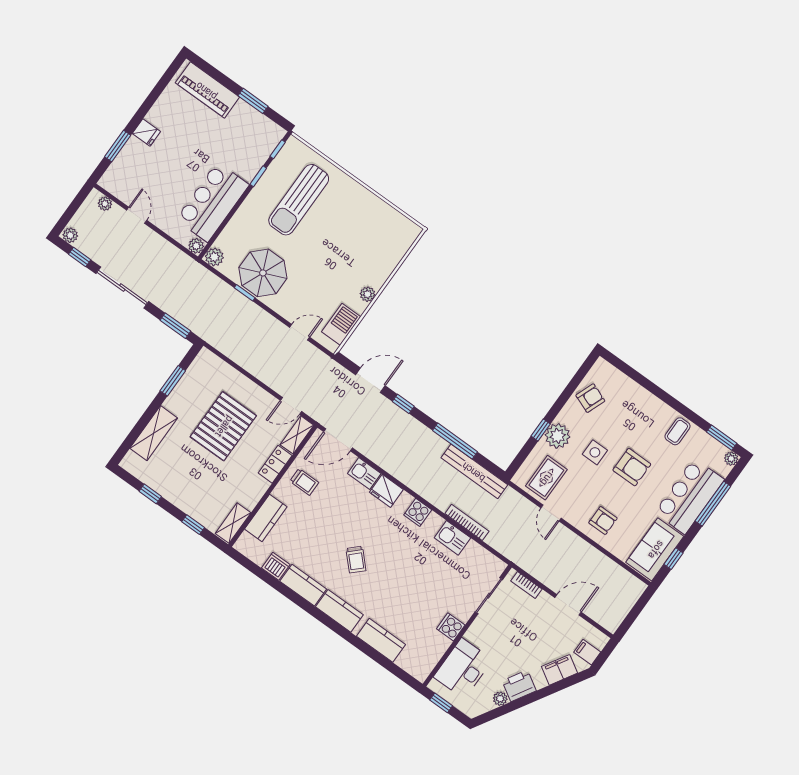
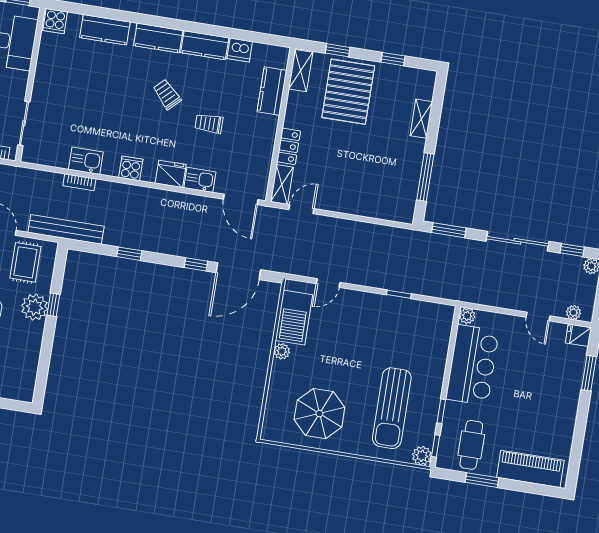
fridge: (146, 132) -> (578, 335), moved
cafe table: (247, 135) -> (471, 445), added
sun lounger: (299, 200) -> (392, 408), turned 180
plant: (214, 257) -> (422, 456), moved
parasol: (263, 273) -> (319, 414), moved
barbecue: (341, 324) -> (294, 318), width x1.37, depth x1.21
door: (370, 380) -> (238, 271), width x1.36
window: (173, 381) -> (425, 177), width x1.44
armchair: (590, 398) -> (21, 359), removed
pallet: (223, 426) -> (348, 92), moved
shelving: (154, 433) -> (421, 119), width x0.67, depth x0.75
door: (338, 440) -> (241, 199), swing flipped
window: (455, 441) -> (129, 254), width x0.46
bench: (474, 471) -> (66, 229), moved
trolley: (304, 482) -> (209, 124), moved
bookcase: (467, 522) -> (79, 182), width x0.64
cooker: (451, 627) -> (55, 21), moved, turned 90

